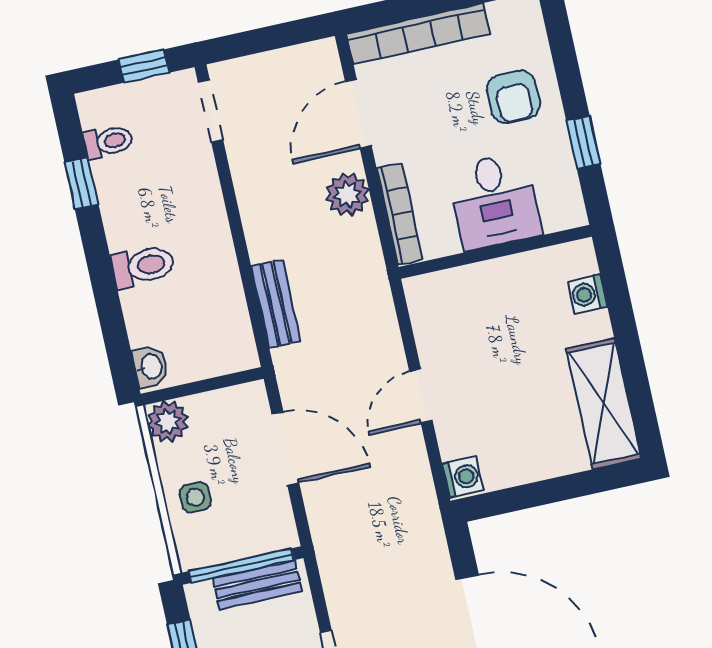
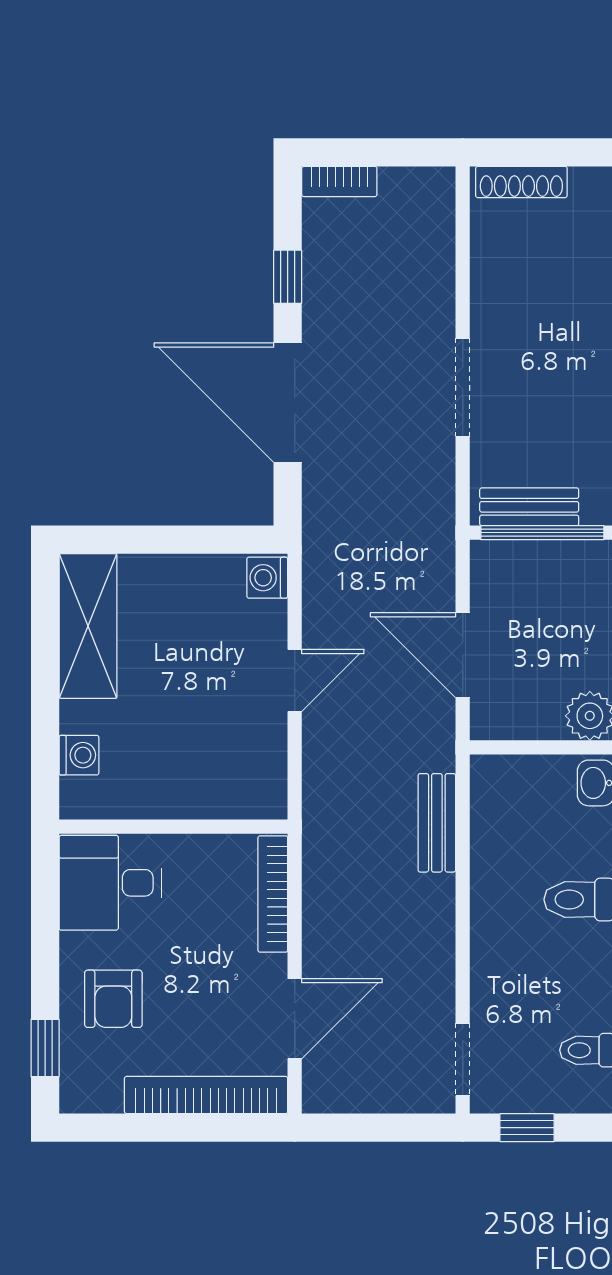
armchair: (513, 97) -> (113, 999), turned 180
window: (583, 142) -> (45, 1048), moved
plant: (347, 194) -> (327, 929), removed
desk: (494, 201) -> (110, 883), moved, turned -90
side table: (195, 497) -> (578, 622), removed

